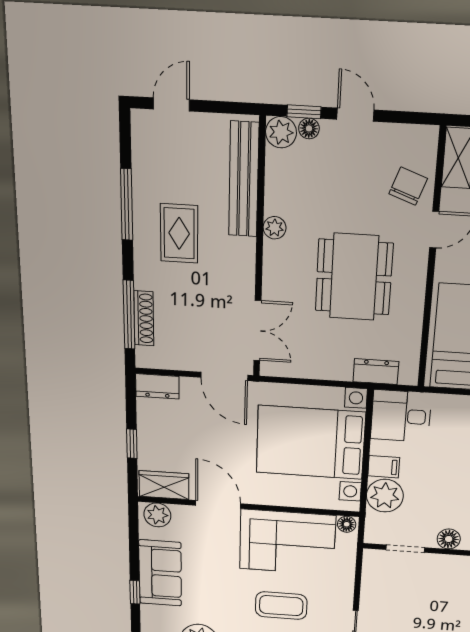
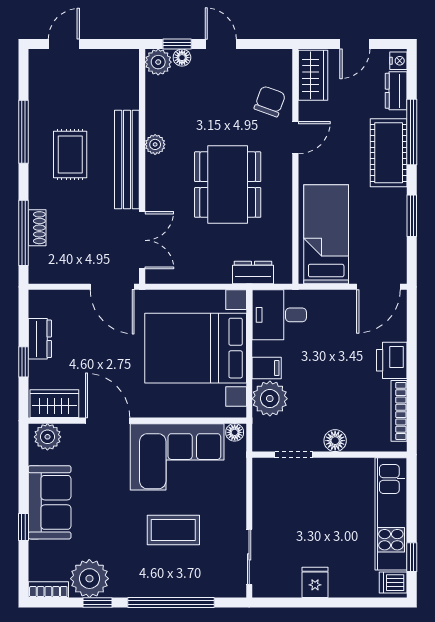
bench: (244, 180) -> (127, 160), moved
shoe rack: (144, 318) -> (37, 228), width x0.70
dresser: (157, 386) -> (40, 339), moved, turned -90

